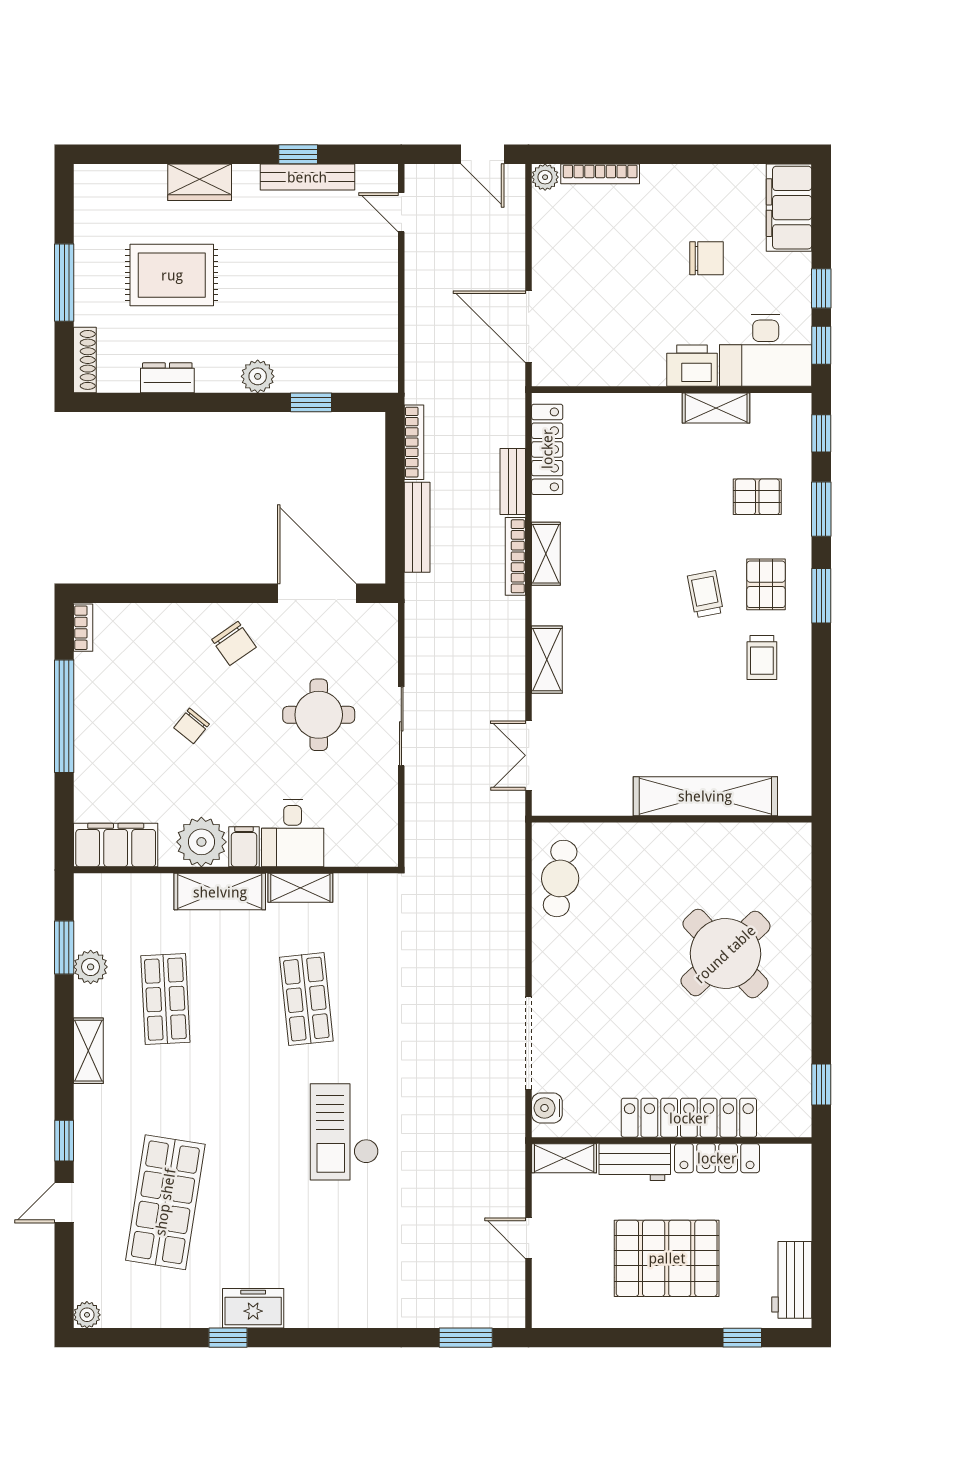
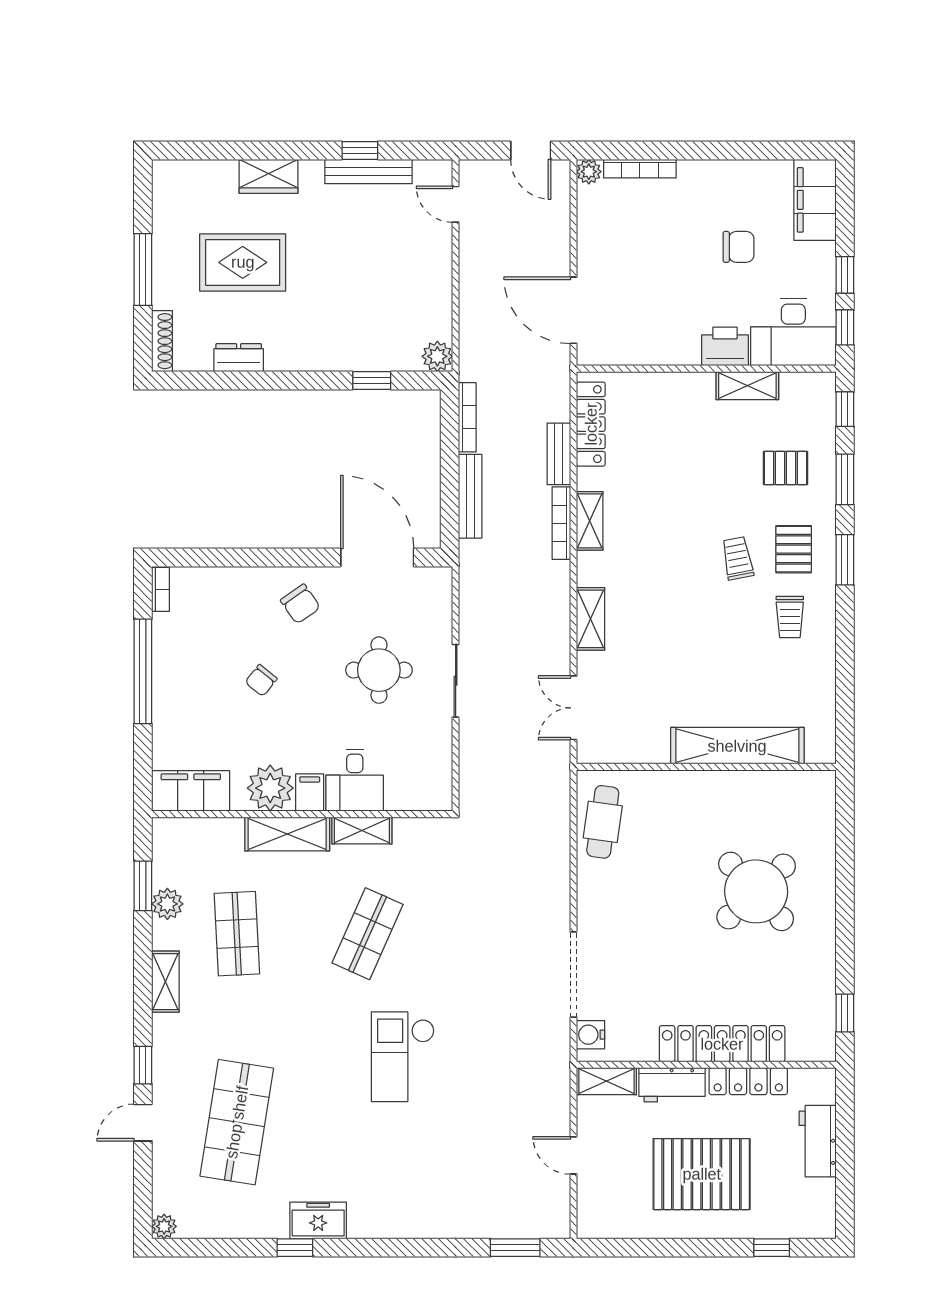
plant: (258, 376) -> (437, 356), moved
shop shelf: (306, 999) -> (367, 934), turned 30
workbench: (792, 1280) -> (818, 1141), moved

